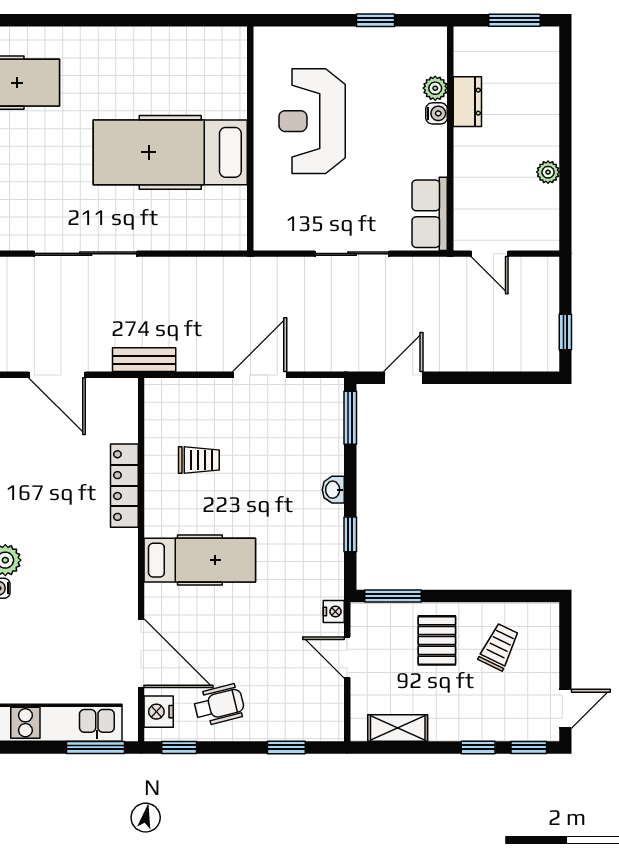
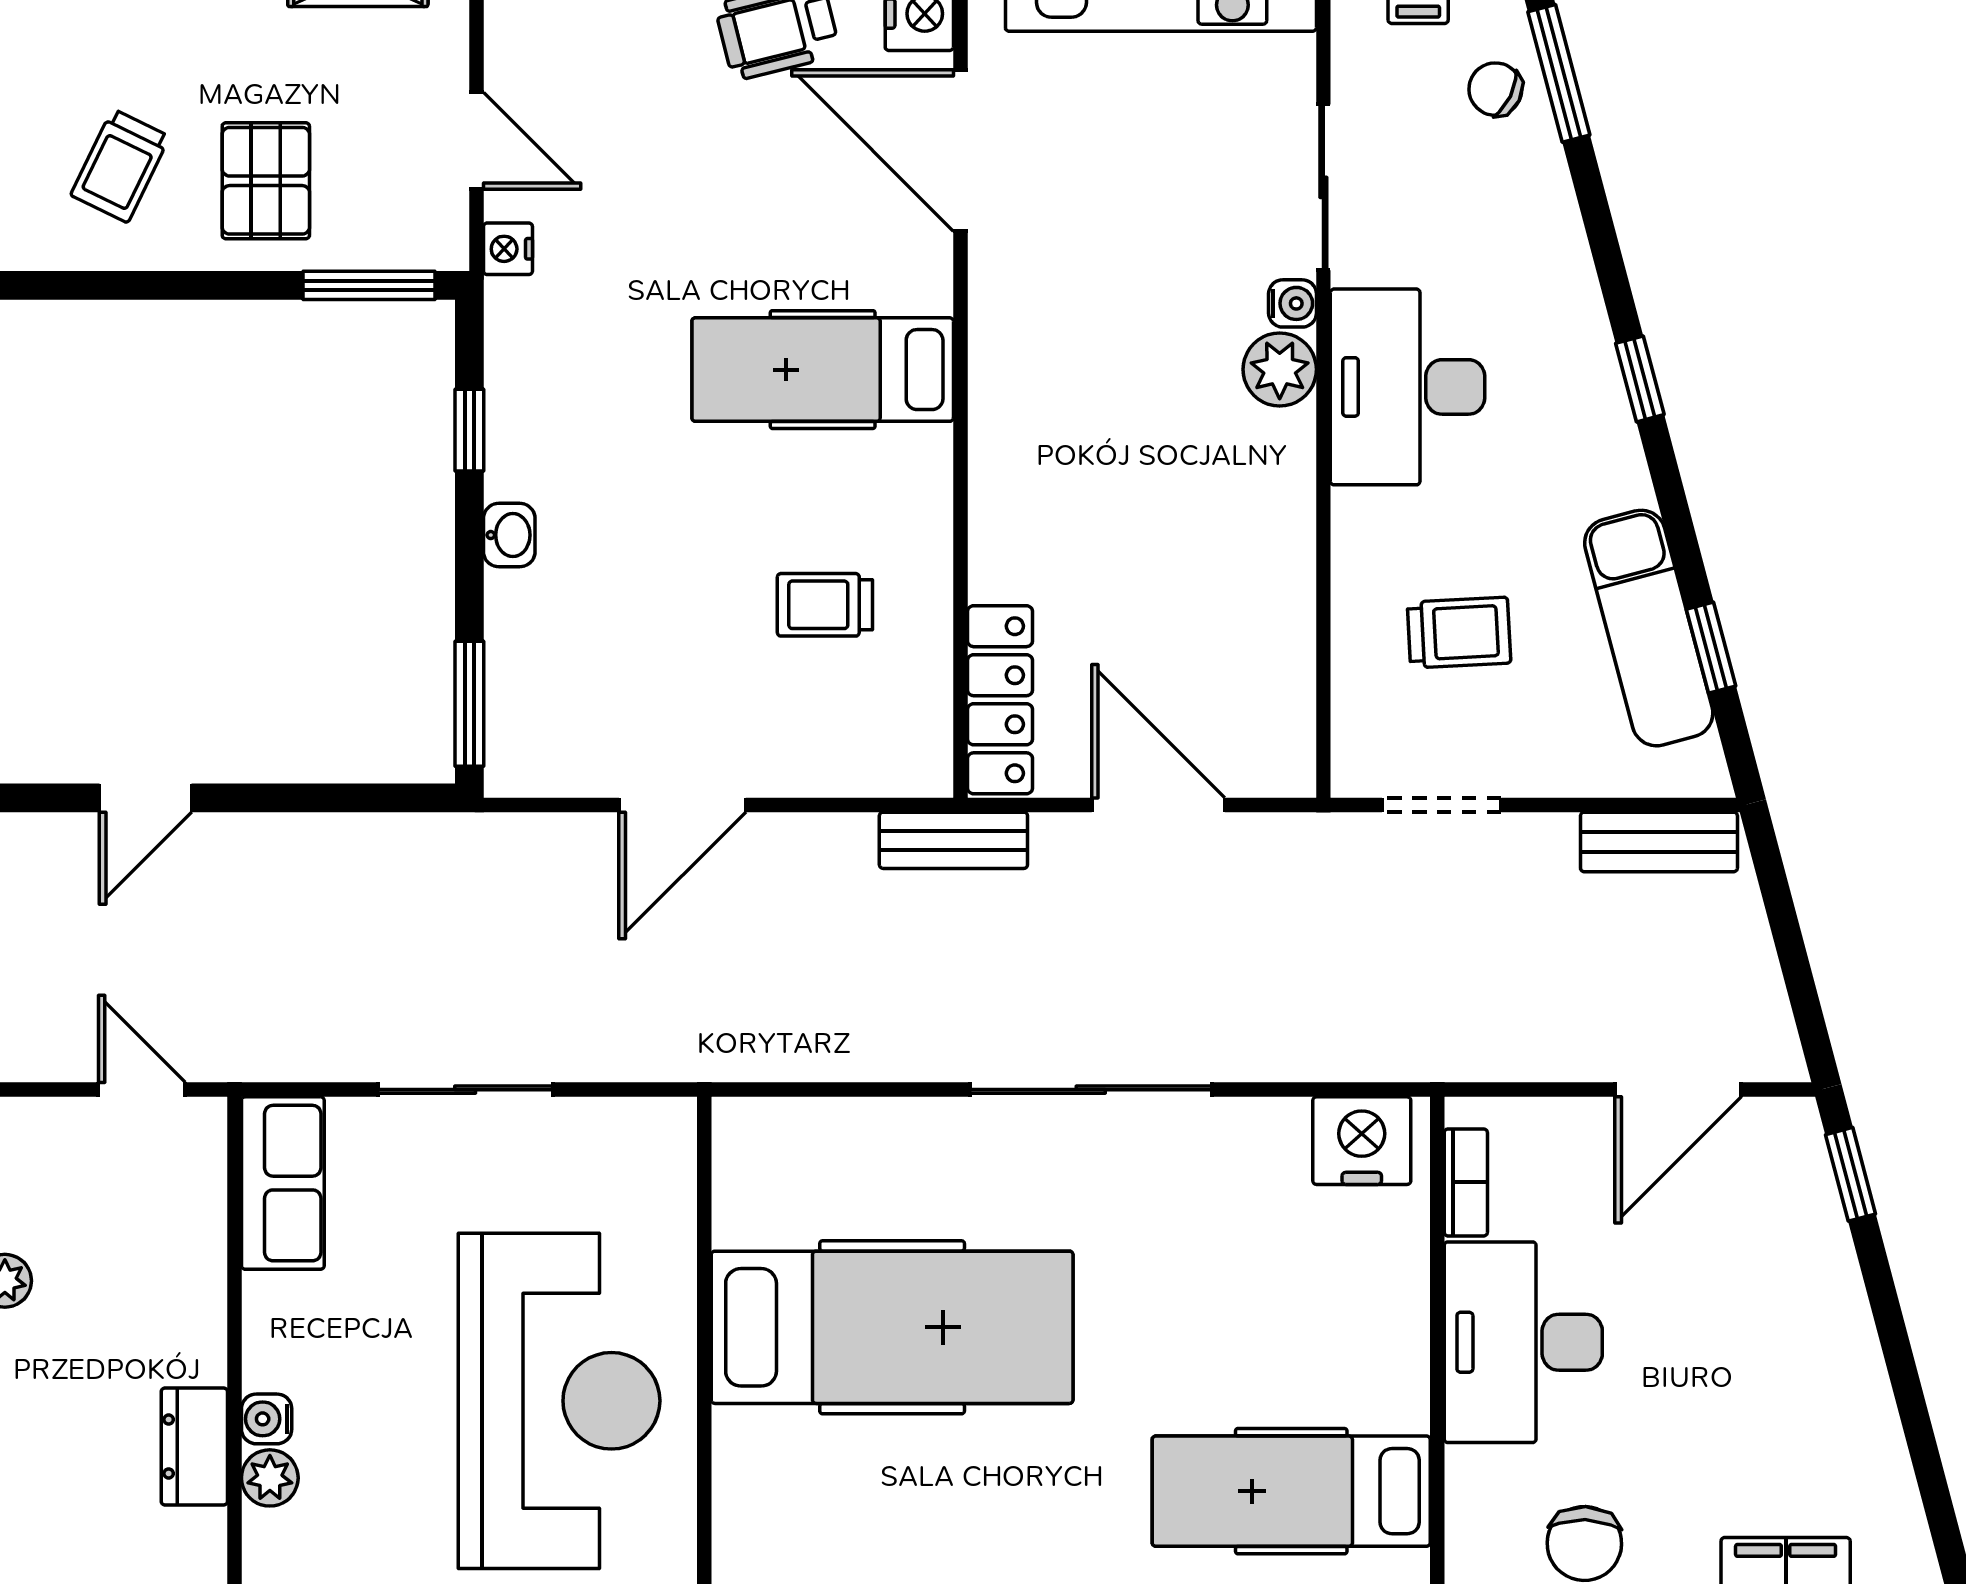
reception desk: (312, 121) -> (559, 1401), width x1.36, depth x1.30
door: (403, 378) -> (146, 798), moved
locker: (124, 486) -> (1000, 700), moved

